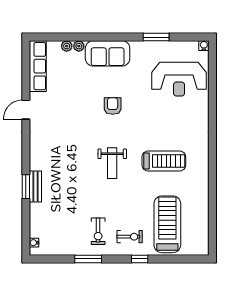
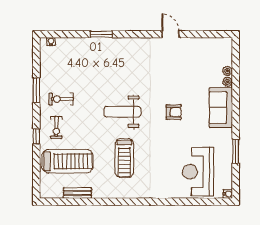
row of seats: (38, 66) -> (209, 45), removed
weight bench: (112, 163) -> (122, 112), width x1.36, depth x1.33
bench: (35, 186) -> (77, 193), moved

